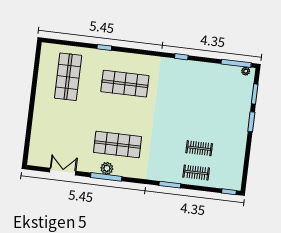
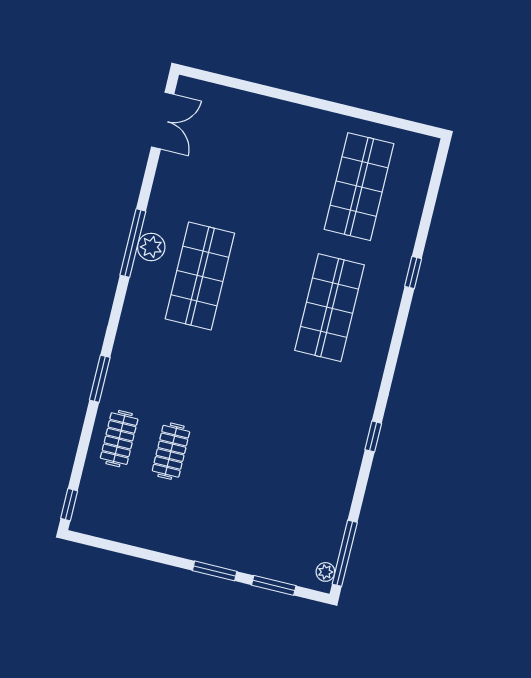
shop shelf: (68, 77) -> (359, 187), turned 90
double door: (63, 172) -> (163, 121), moved

